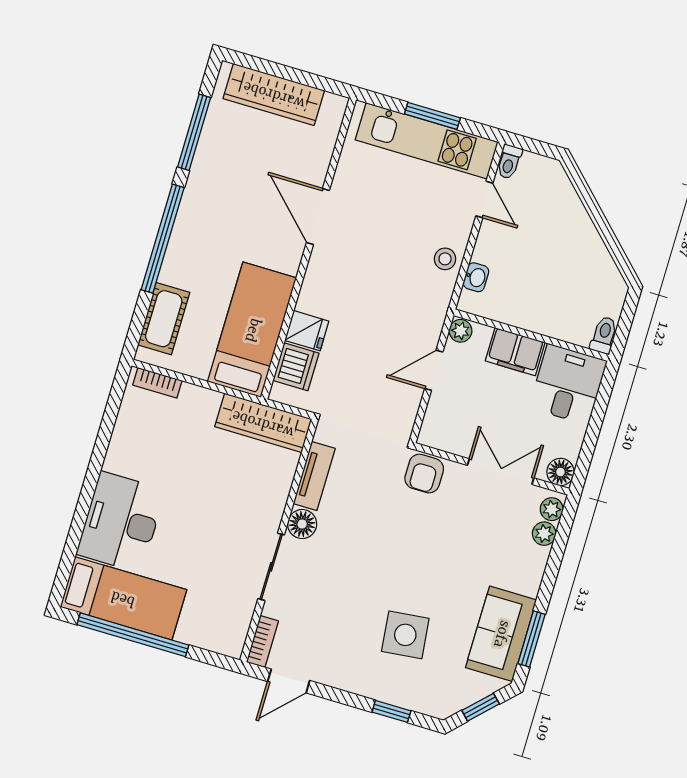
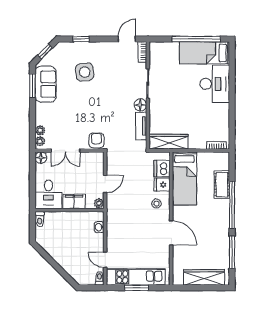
stool: (445, 259) -> (156, 204), moved
cot: (164, 319) -> (222, 185), moved

